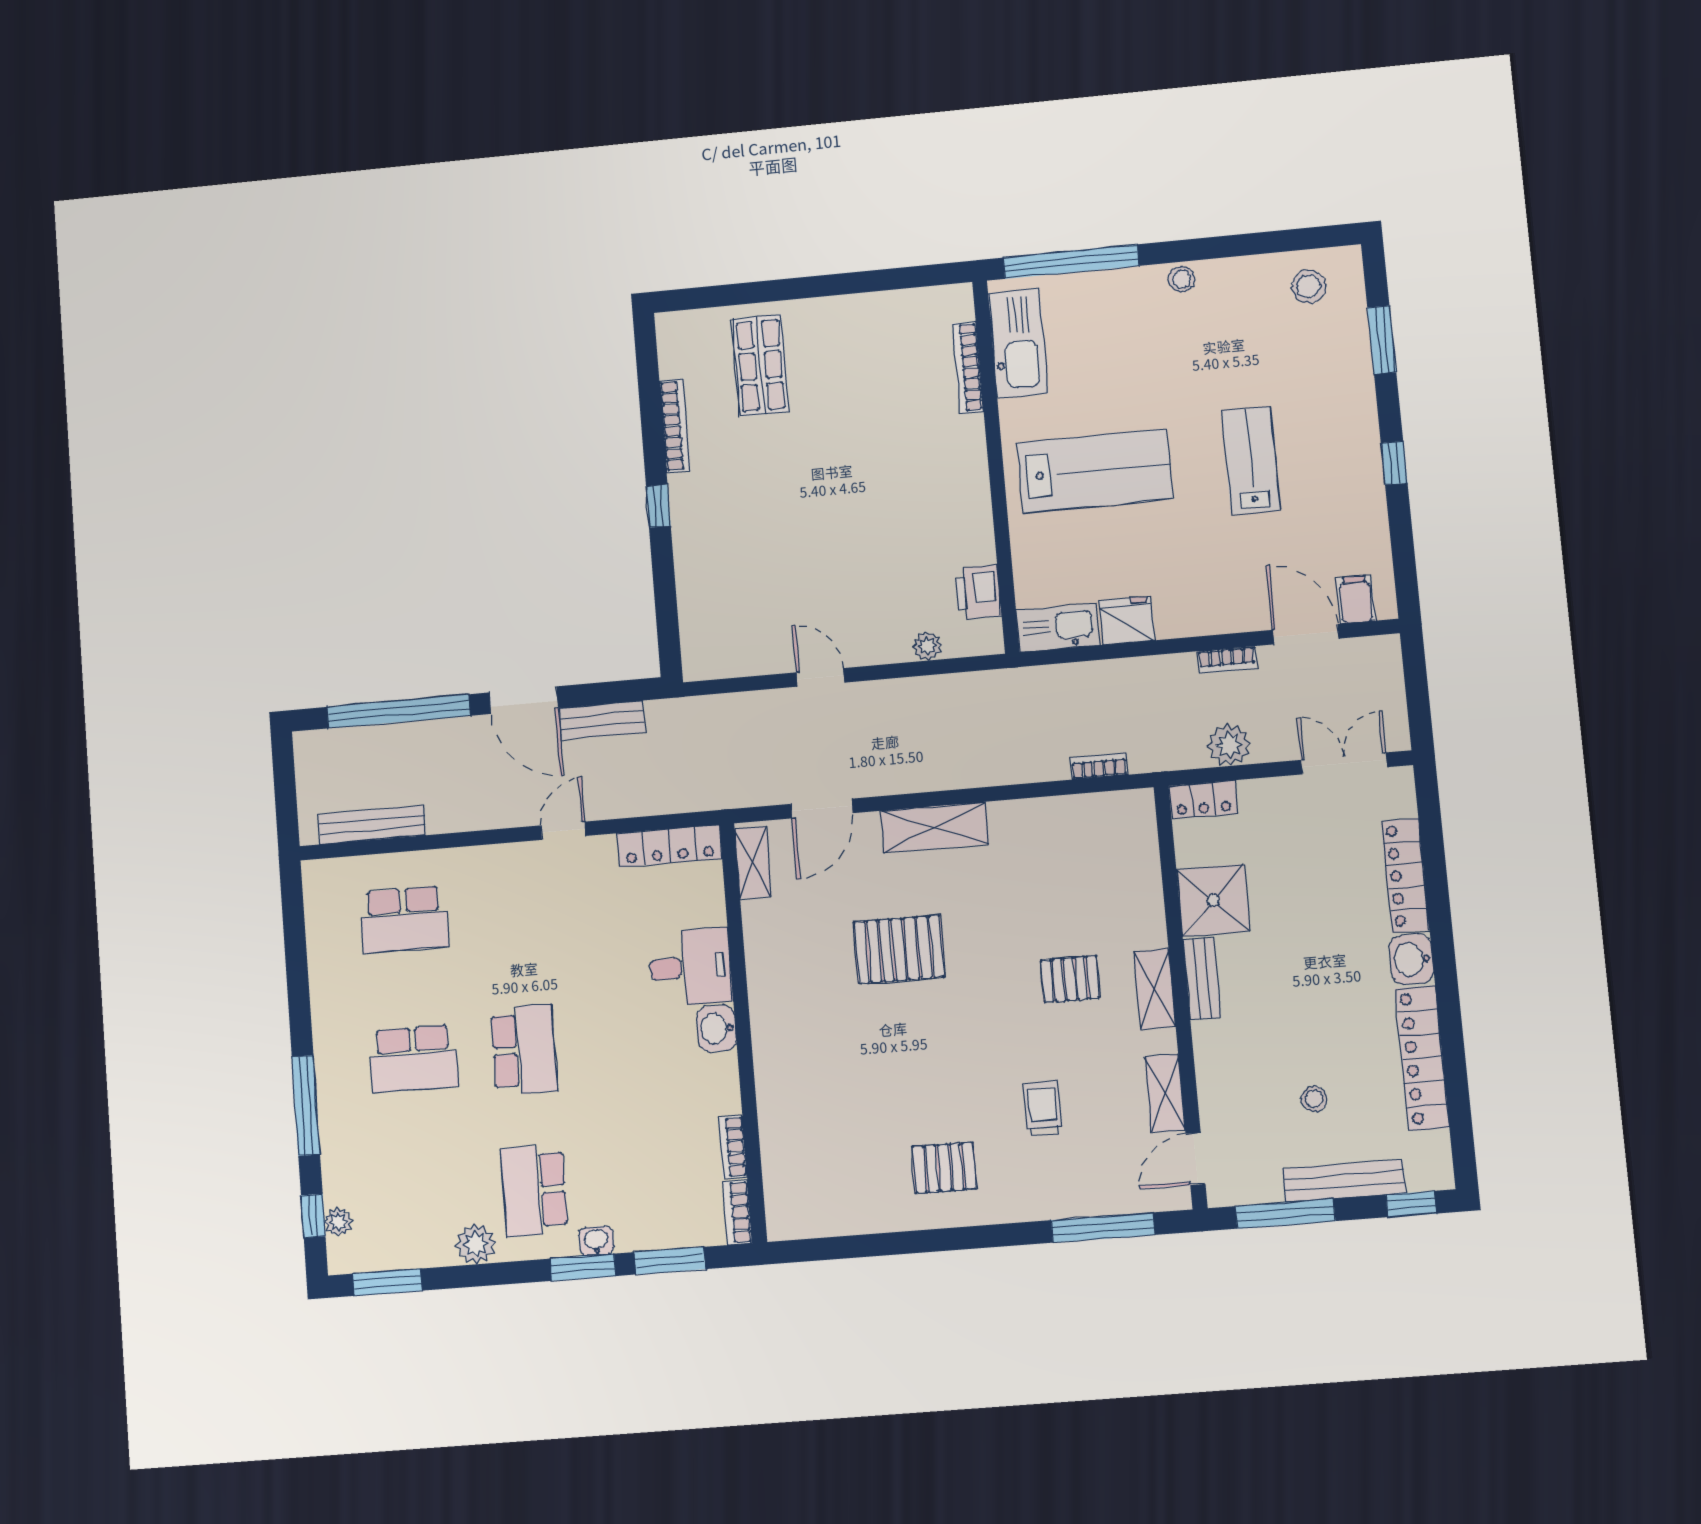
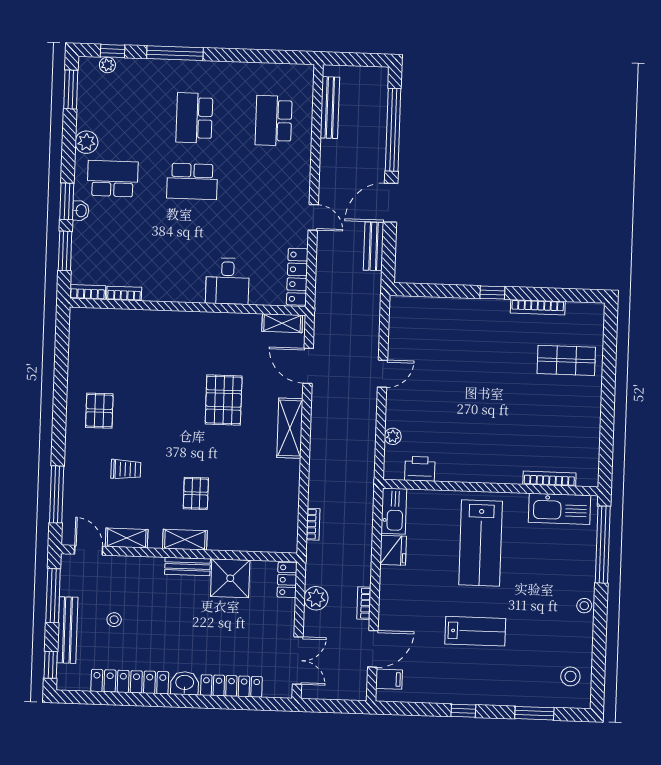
washbasin: (716, 1028) -> (191, 292), removed

